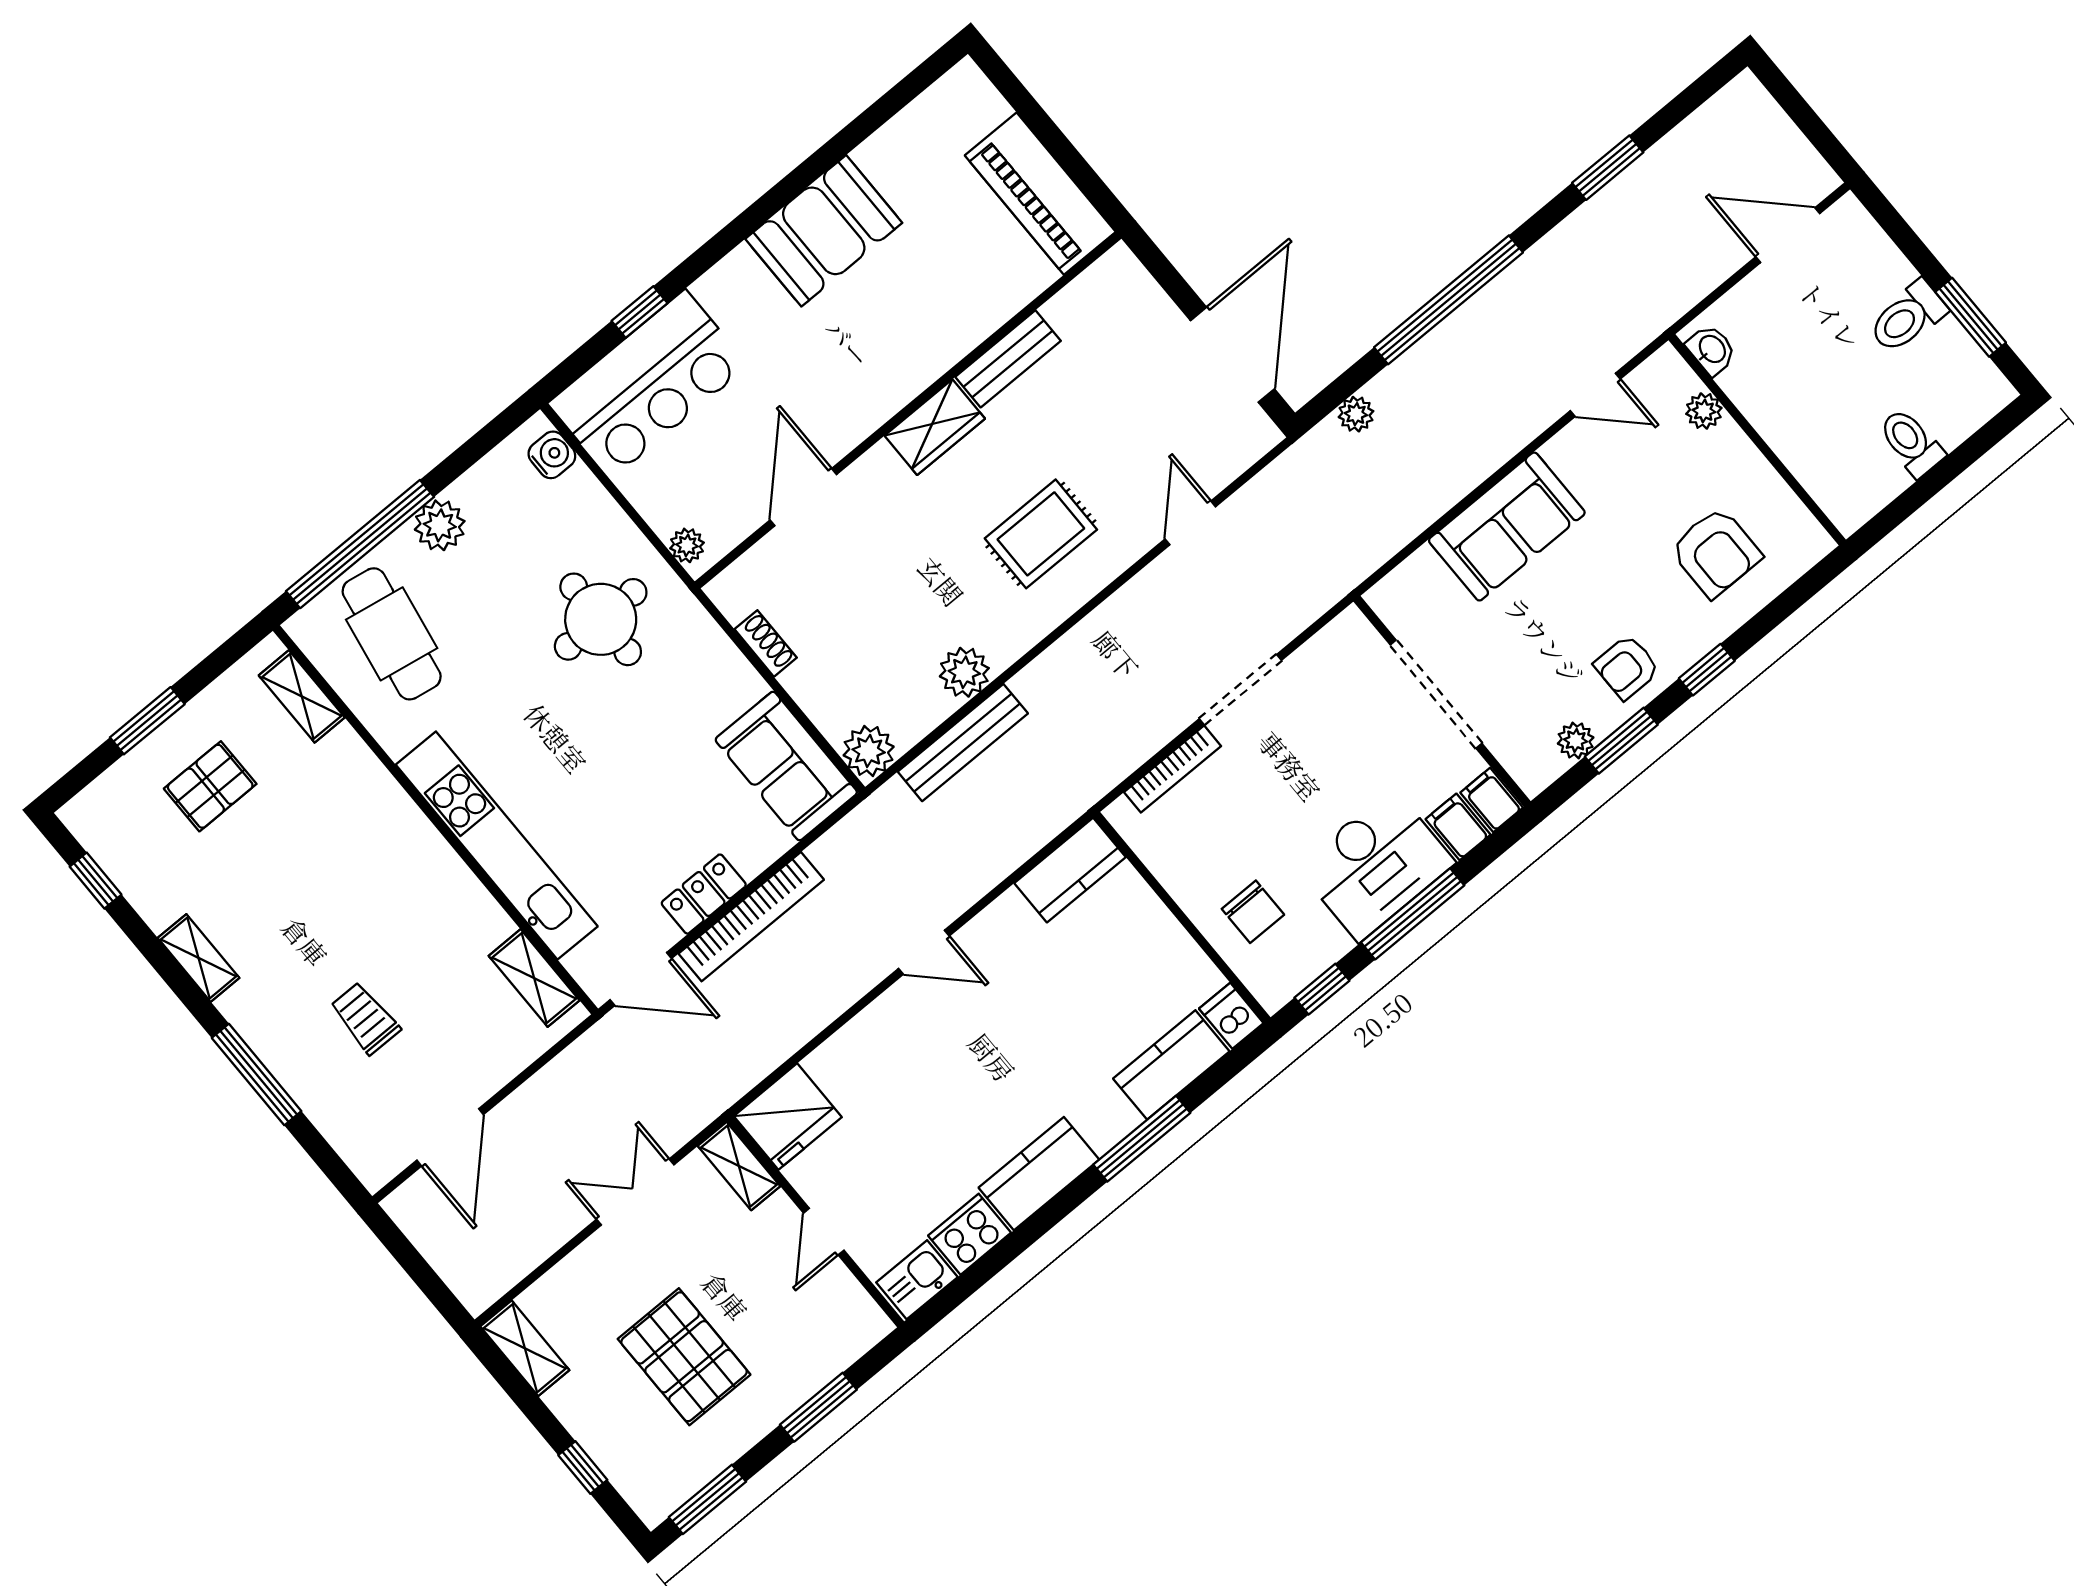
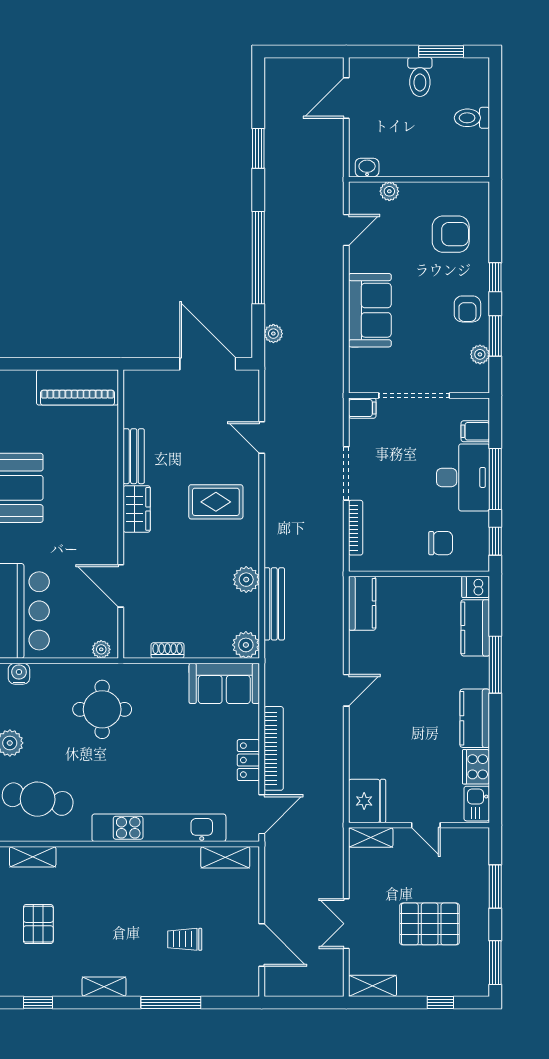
rug: (1041, 534) -> (216, 502), turned 90
filing cabinet: (1492, 800) -> (362, 408), moved, turned 180
double door: (635, 1192) -> (346, 924), moved

